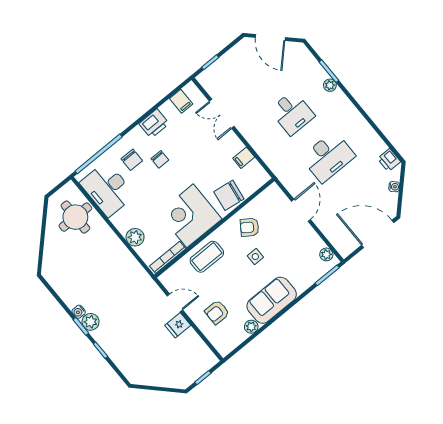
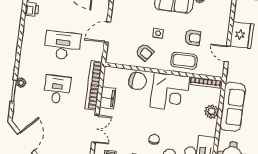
bookcase: (264, 151) -> (94, 85), added
filing cabinet: (244, 158) -> (108, 98), width x2.00
sofa: (121, 261) -> (233, 107), added
armchair: (217, 312) -> (193, 38), moved
fridge: (178, 325) -> (242, 35), width x1.88, depth x1.34

